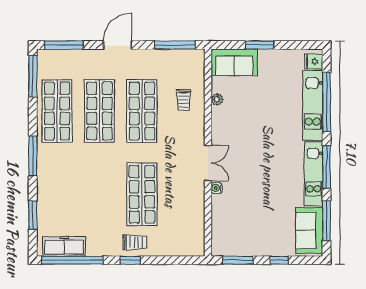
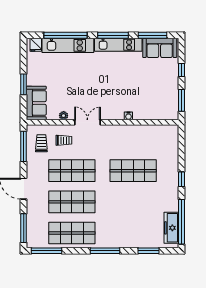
double door: (208, 163) -> (87, 122), moved
trolley: (135, 242) -> (41, 143), moved

